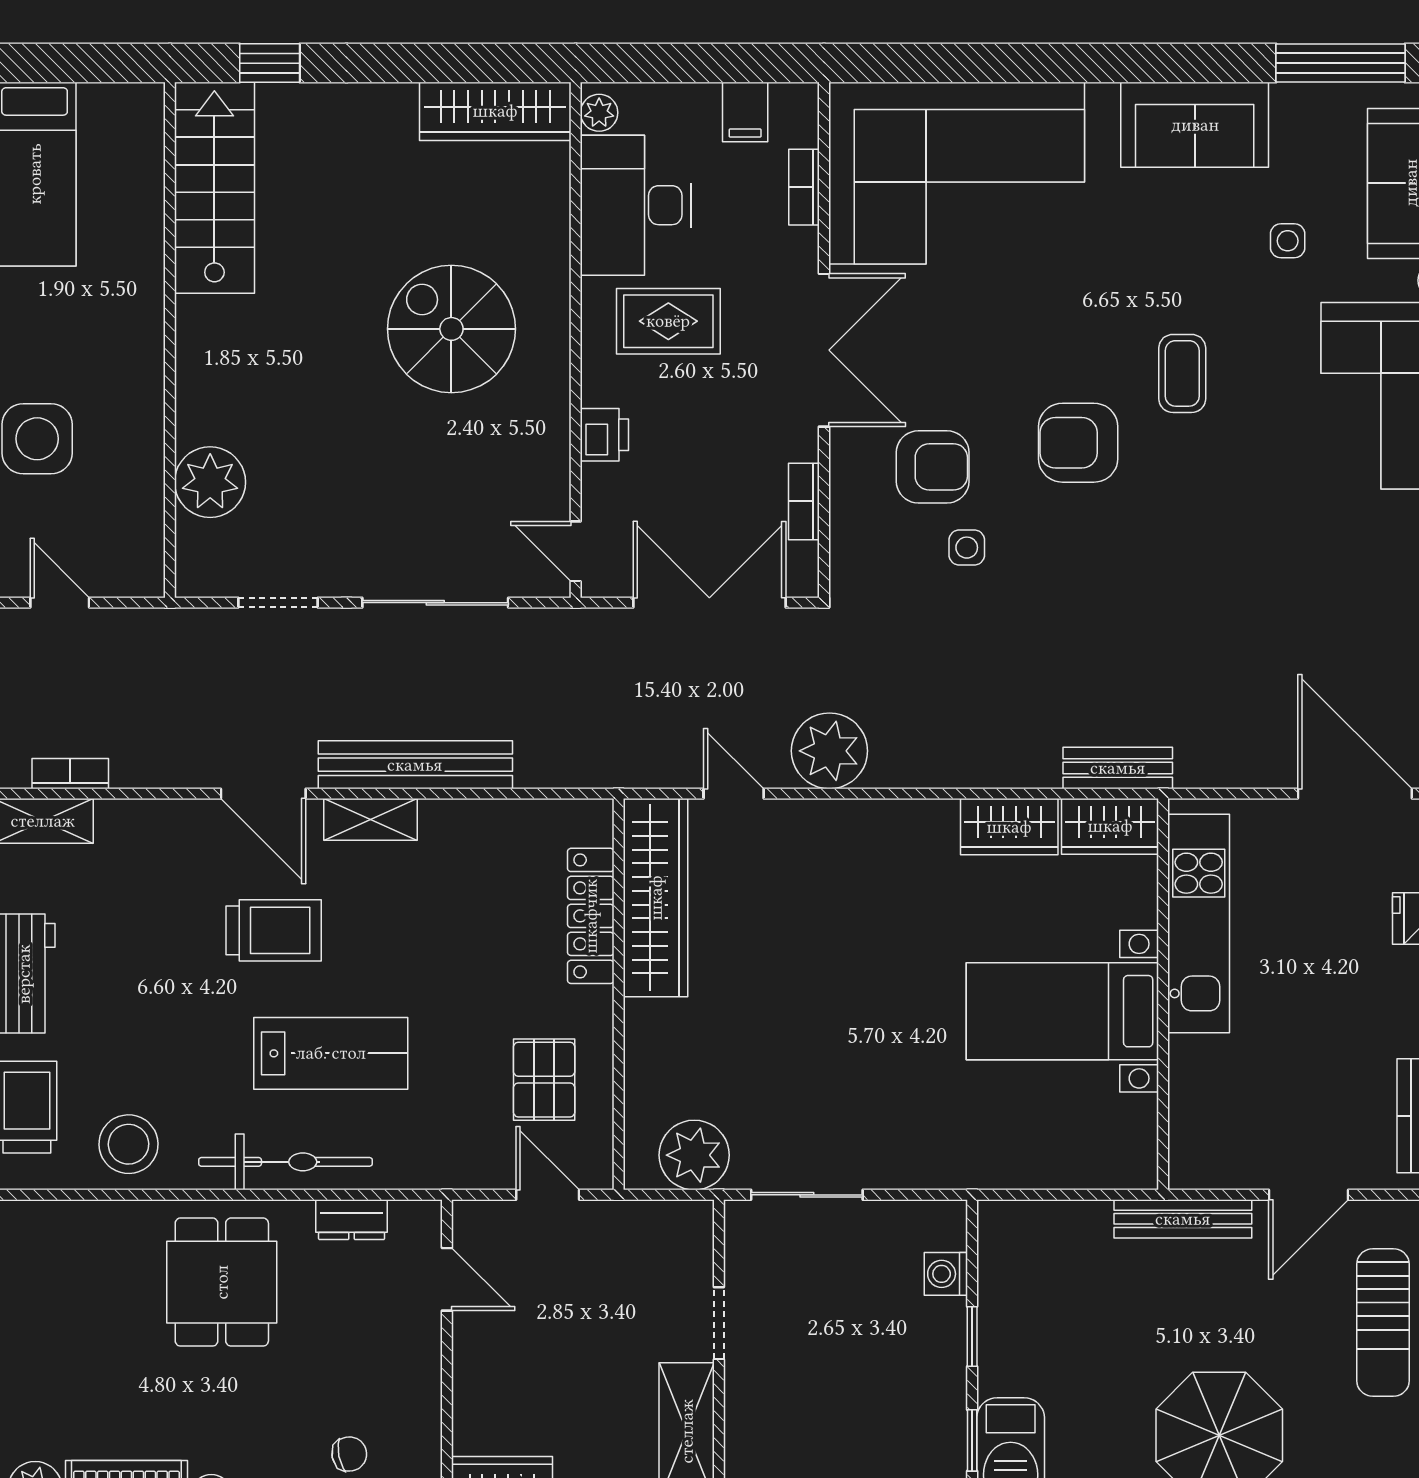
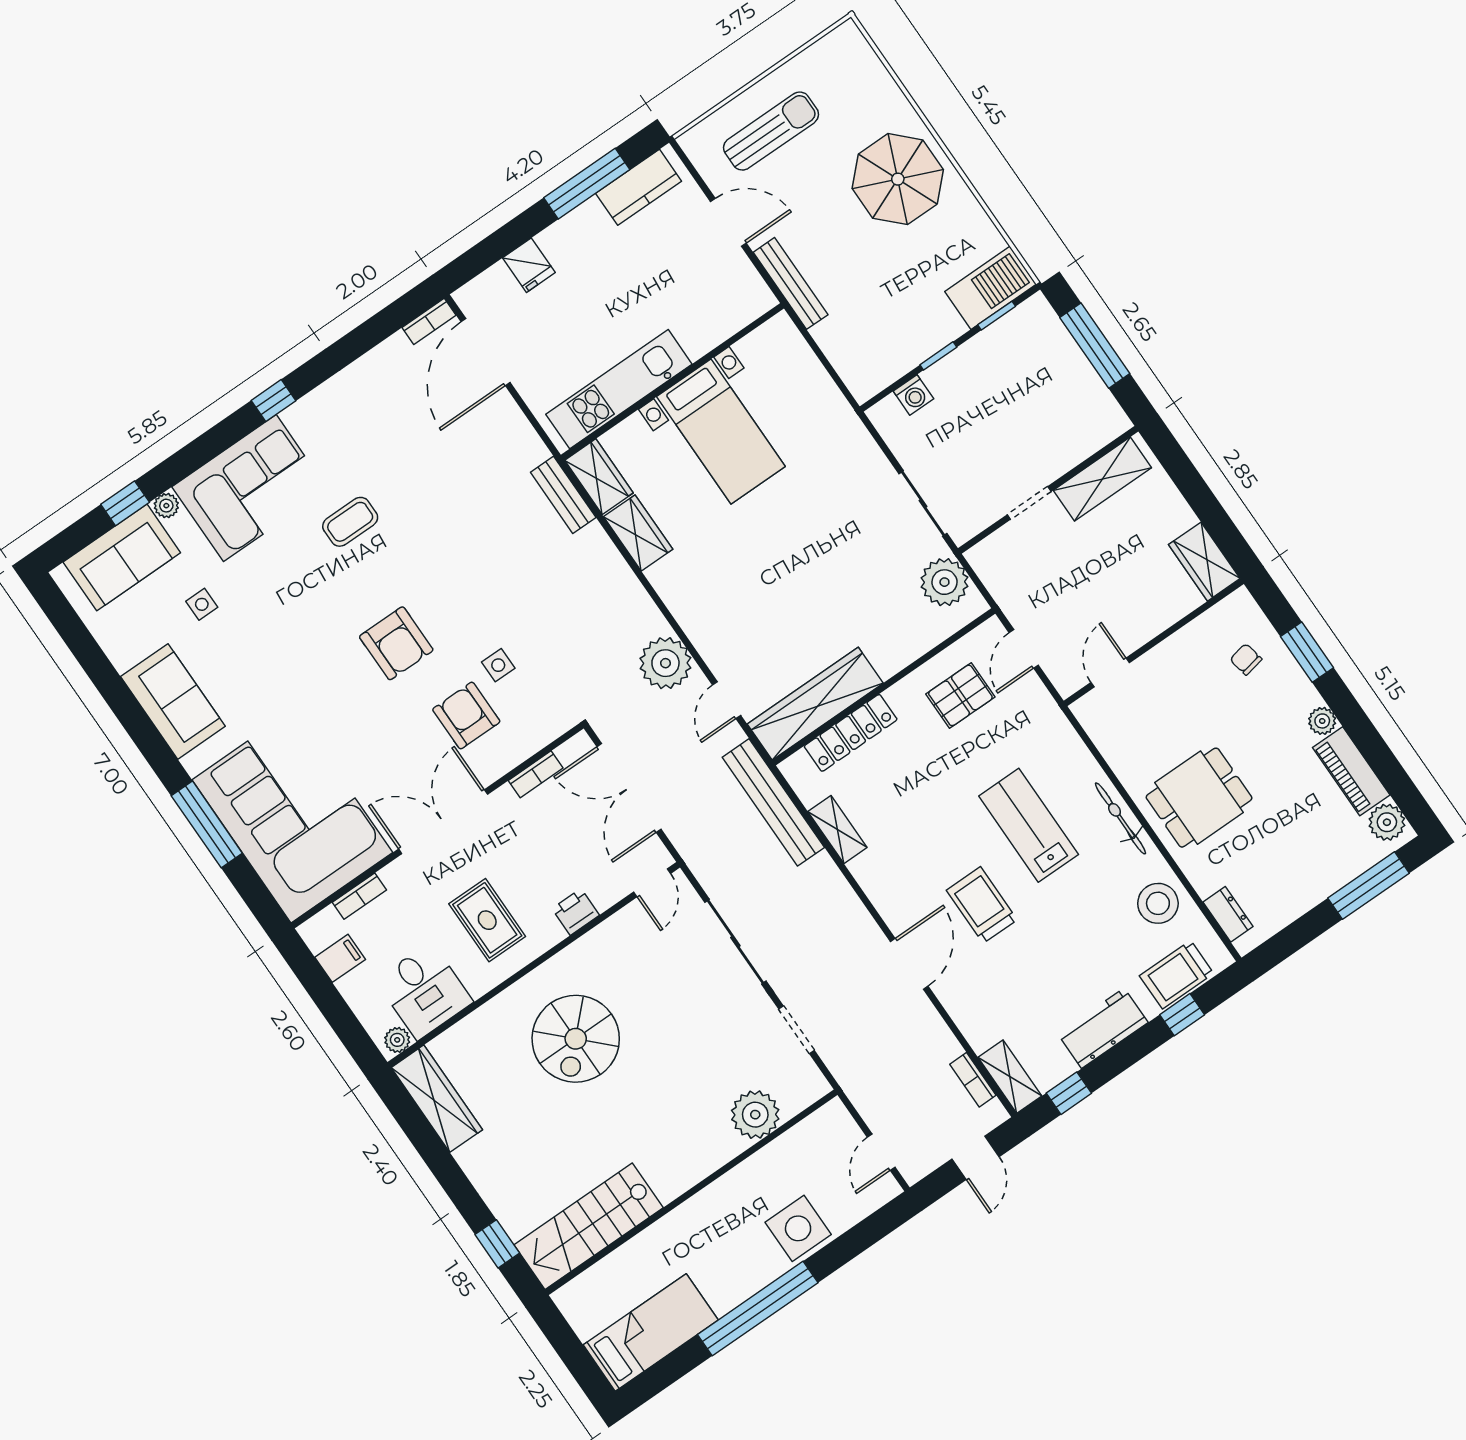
window: (1340, 63) -> (207, 824), moved
desk: (636, 205) -> (424, 991), width x0.73
coffee table: (1182, 373) -> (350, 522), moved
bench: (415, 765) -> (773, 802), moved
shelving: (371, 819) -> (837, 829), moved
bicycle: (285, 1162) -> (1120, 818), width x0.73, depth x0.71
dresser: (352, 1220) -> (1228, 914), moved

